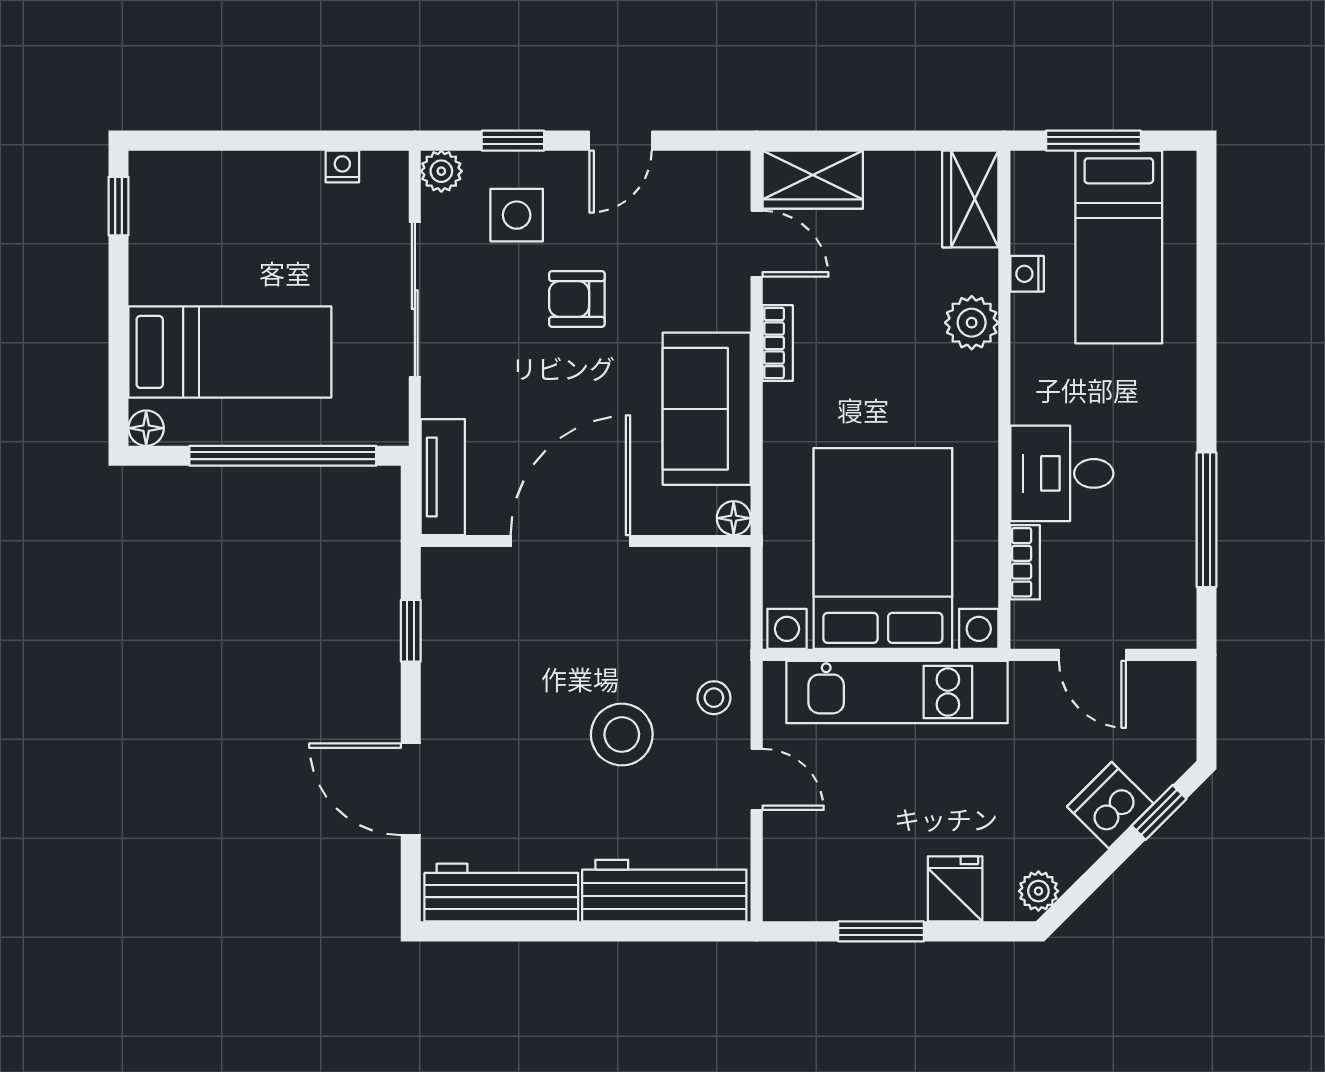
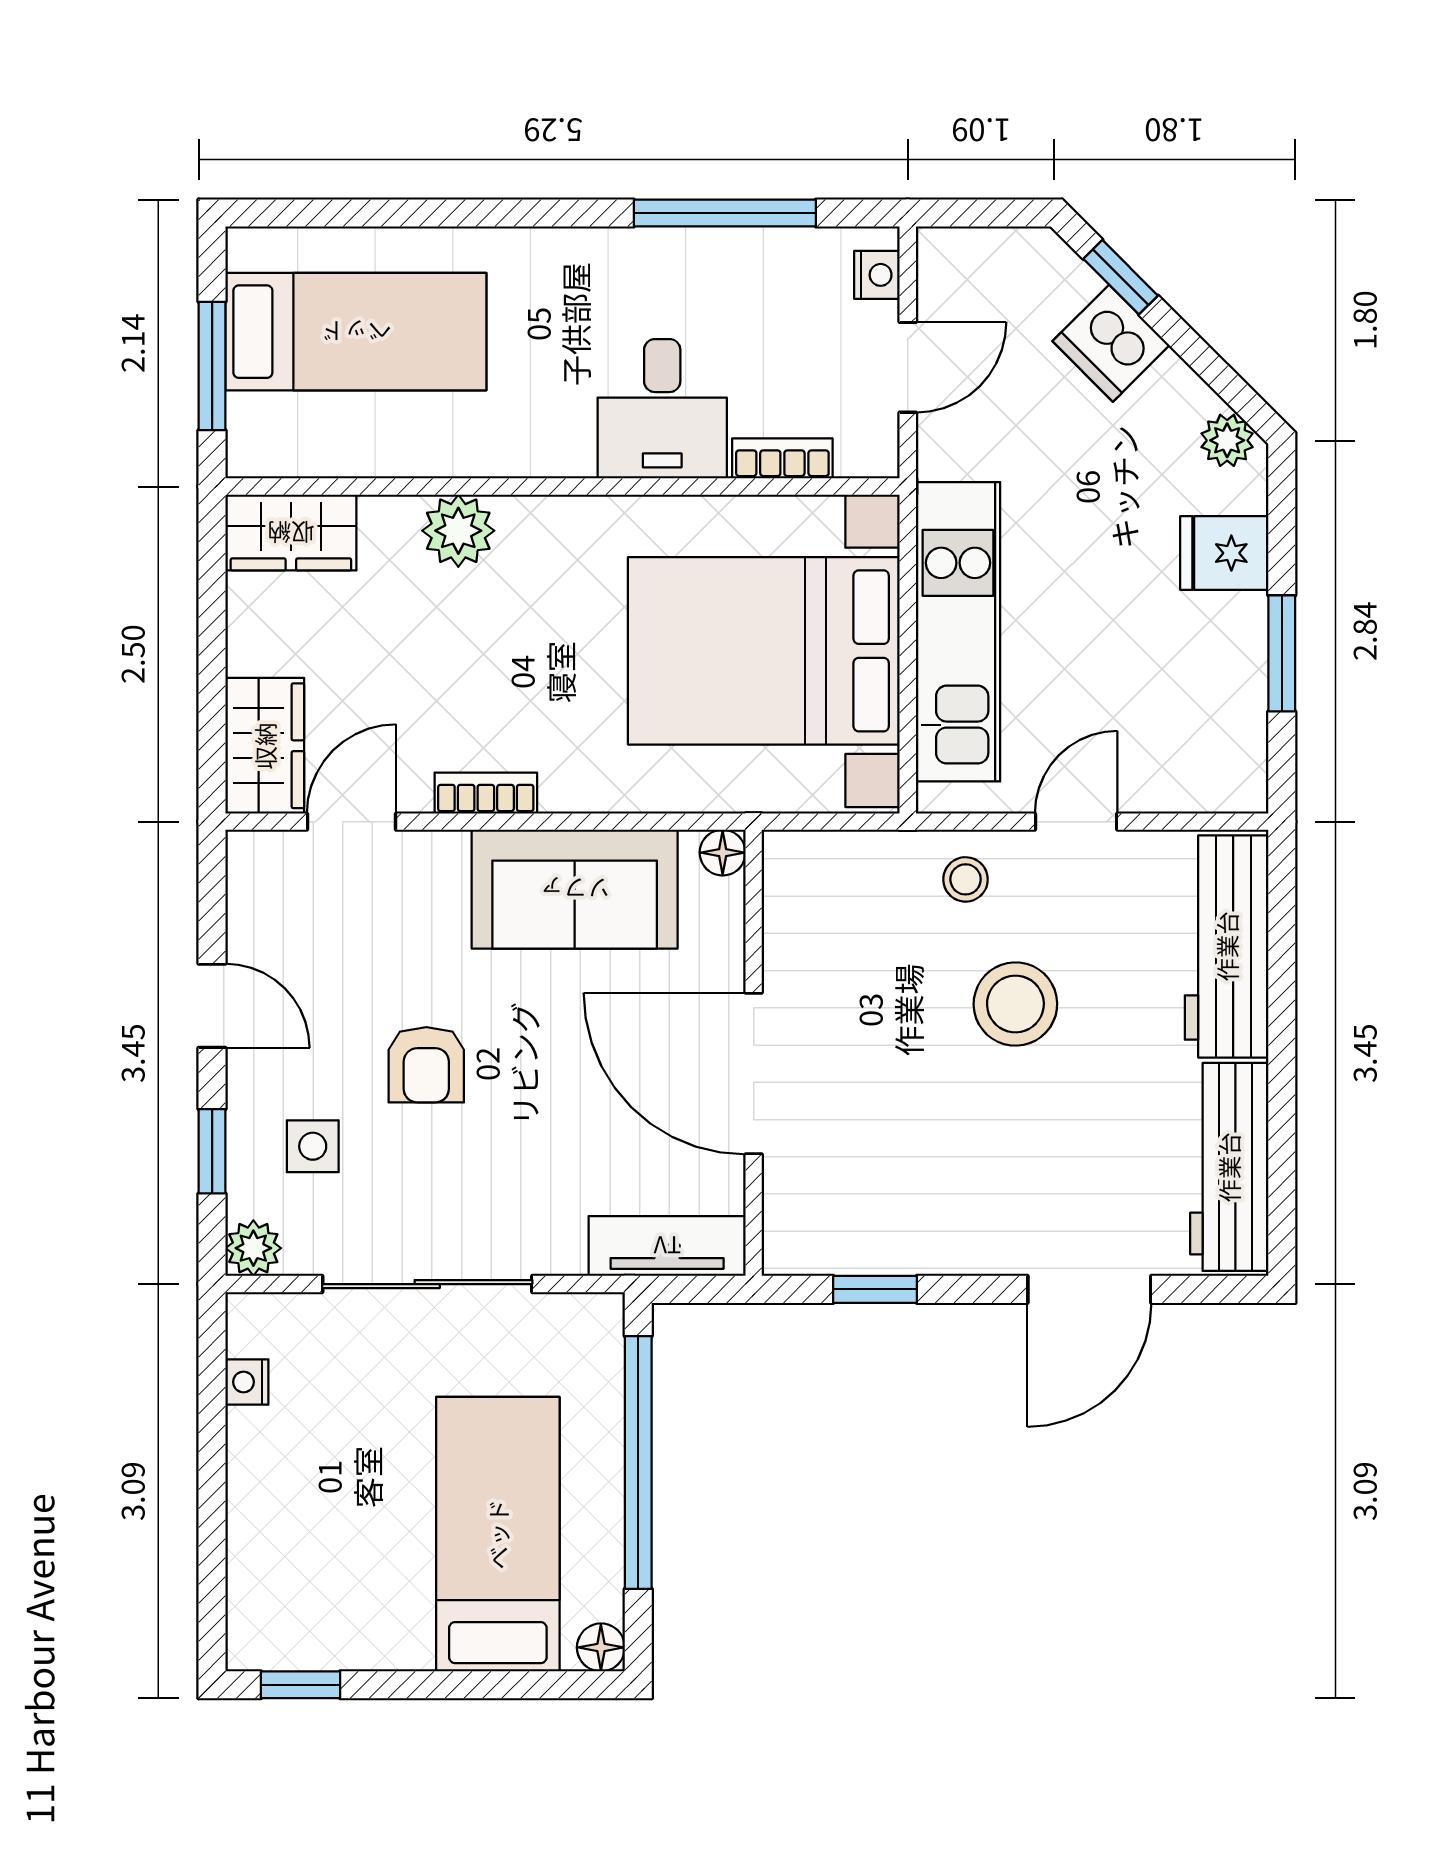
side table: (517, 215) -> (313, 1146), width x0.73, depth x0.73
nightstand: (1027, 274) -> (877, 275), moved, turned -90

